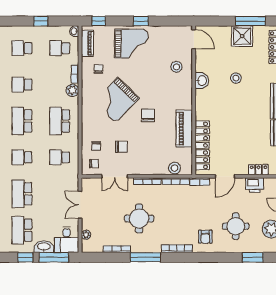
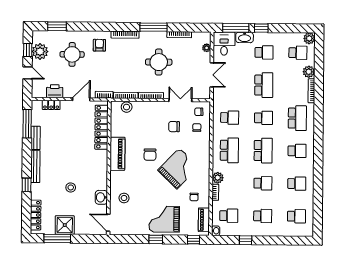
washbasin: (202, 81) -> (101, 197), moved
piano: (184, 129) -> (117, 154), moved
school desk: (22, 230) -> (264, 52), width x0.54

